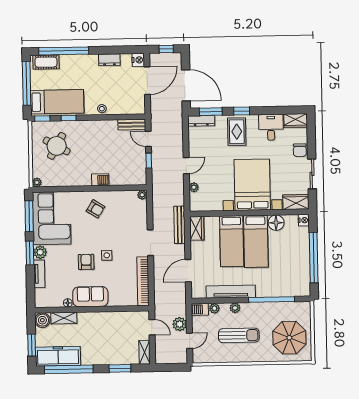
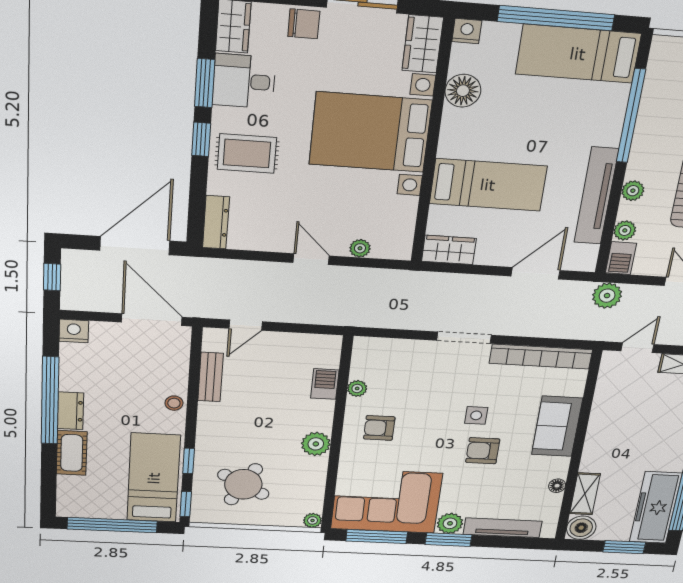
window: (64, 51) -> (50, 401), moved
dresser: (109, 60) -> (70, 411), moved
cot: (46, 62) -> (72, 453), moved
door: (147, 81) -> (152, 320), moved
window: (211, 112) -> (205, 83), moved
bench: (132, 125) -> (211, 377), moved
window: (149, 161) -> (292, 328), removed
plant: (84, 179) -> (316, 444), added
barbecue: (100, 180) -> (325, 384), moved
plant: (142, 195) -> (357, 388), moved
armchair: (96, 209) -> (379, 428), turned -122
bench: (180, 225) -> (436, 282), removed
bed: (256, 241) -> (578, 54), moved, turned 180
door: (188, 271) -> (535, 273), swing flipped
tv unit: (39, 274) -> (503, 528), width x1.41
sofa: (90, 297) -> (557, 426), moved
plant: (180, 324) -> (607, 296), moved

